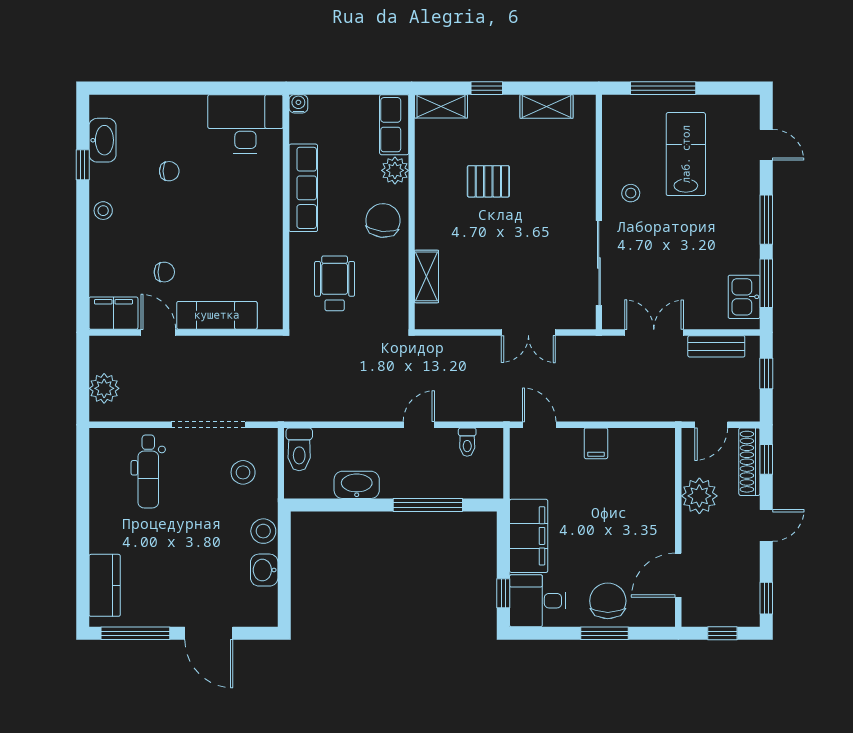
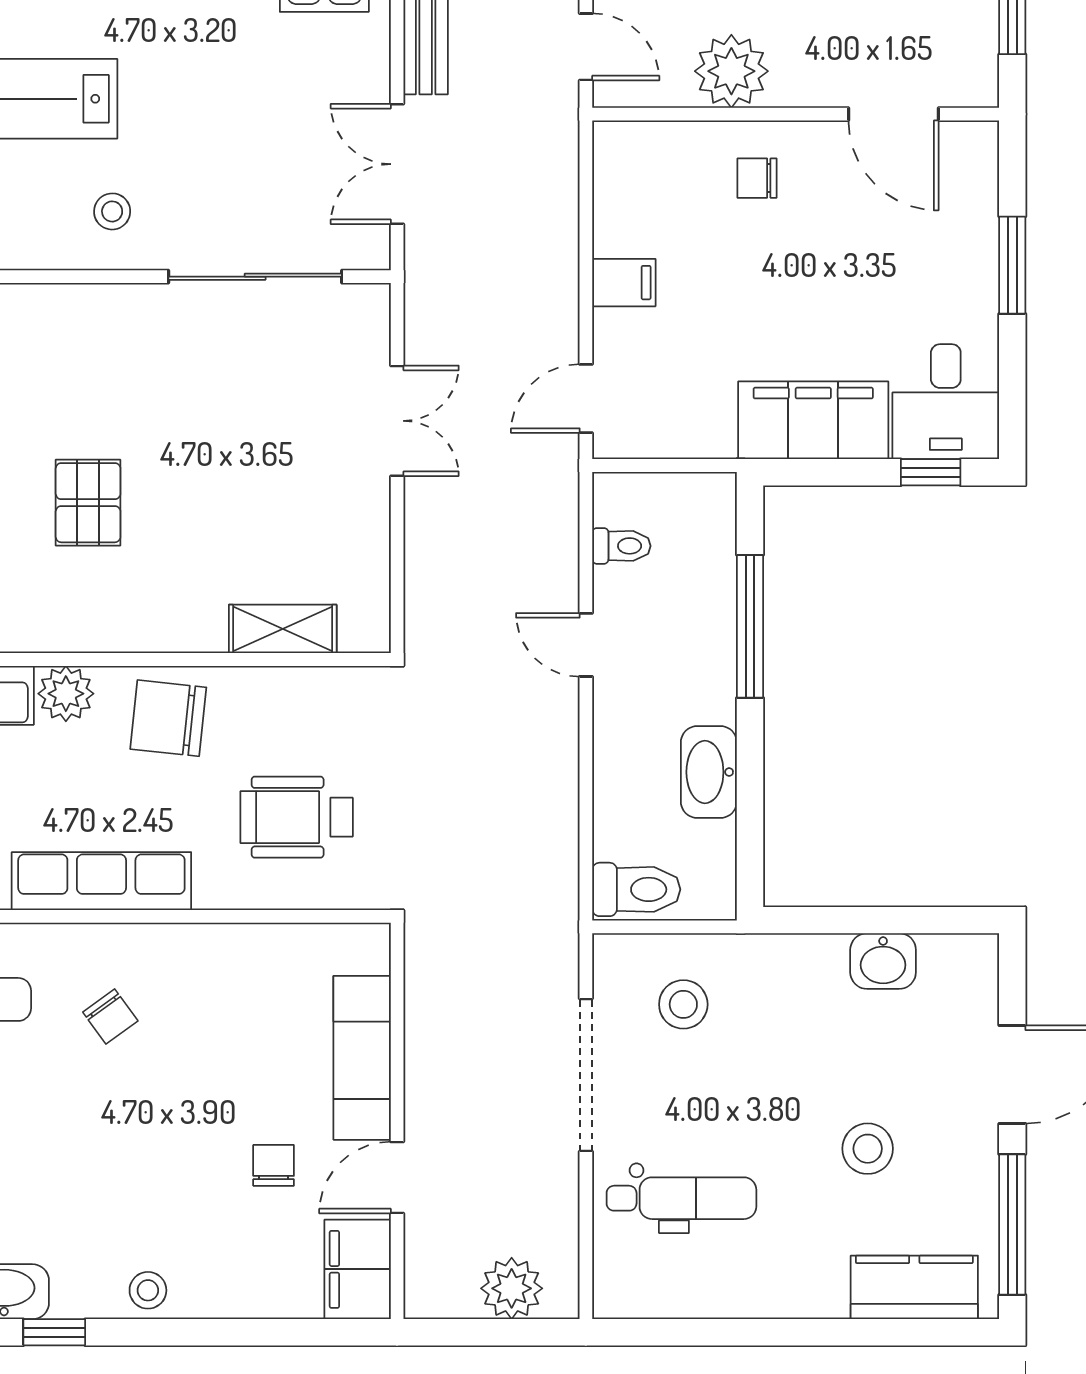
chair: (169, 171) -> (110, 1016), moved, turned 144
stool: (263, 531) -> (868, 1149), moved
chair: (608, 601) -> (757, 178), moved, width x0.54, depth x0.54

